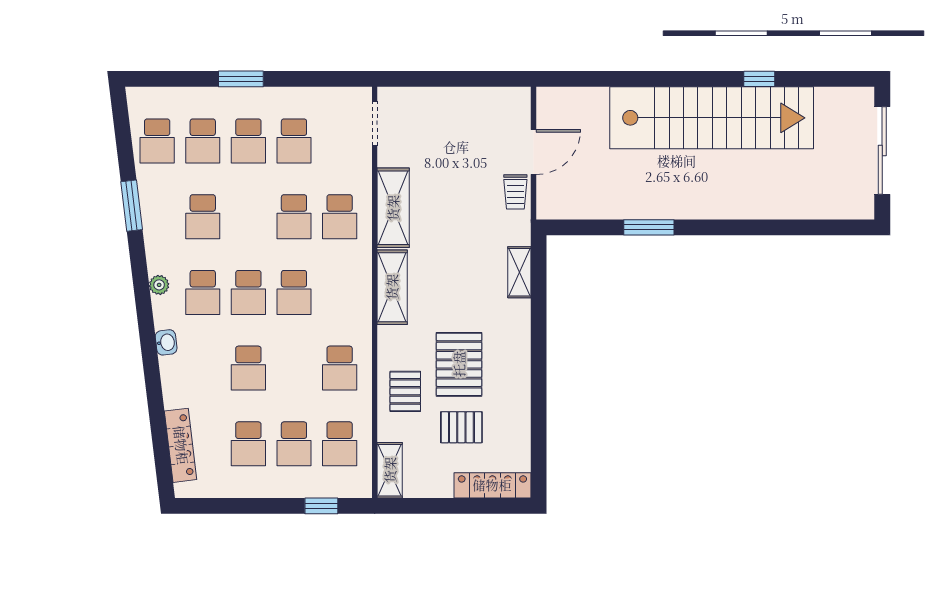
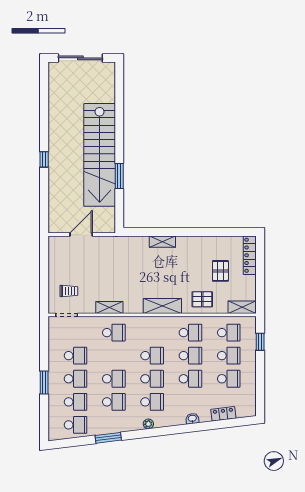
window: (759, 79) -> (44, 159), moved
stairs: (712, 118) -> (100, 155), moved, turned 180
door: (533, 152) -> (81, 235), hinge flipped
trolley: (515, 192) -> (69, 291), moved
shelving: (393, 208) -> (109, 307), width x0.67, depth x0.75
school desk: (294, 217) -> (114, 379), moved
shelving: (519, 272) -> (162, 242), moved
shelving: (392, 287) -> (162, 306), moved
washbasin: (166, 342) -> (192, 419), moved
pallet: (459, 364) -> (189, 272), removed
school desk: (294, 368) -> (190, 356), added
locker: (181, 445) -> (223, 414), width x0.66

